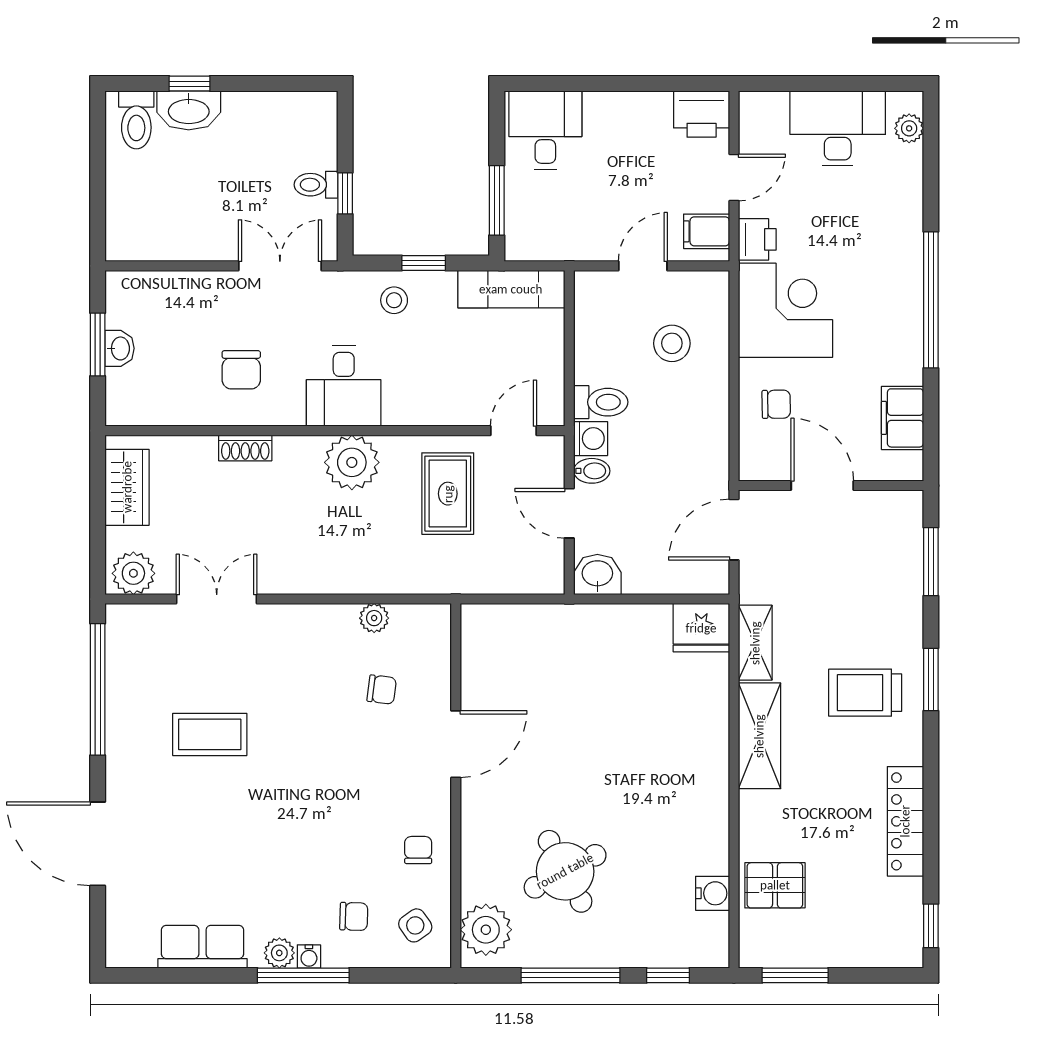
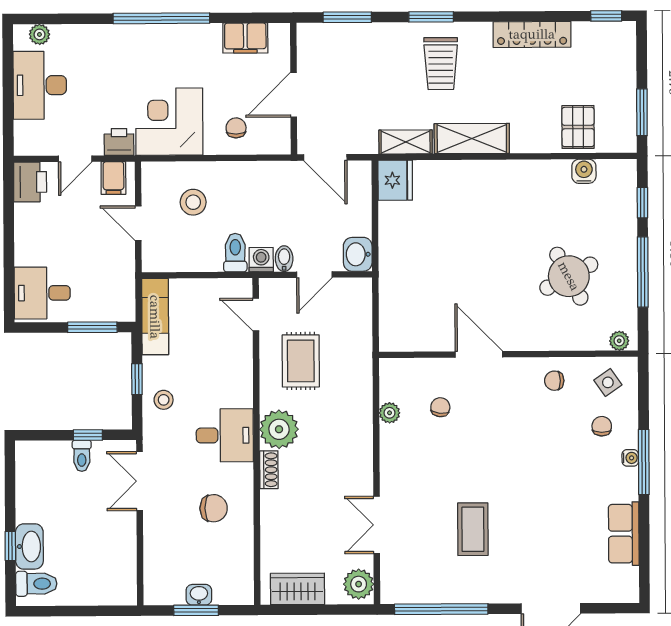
door: (734, 178) -> (75, 159), swing flipped
shoe rack: (245, 448) -> (269, 470), moved
rug: (448, 494) -> (301, 361), turned 90
plant: (486, 930) -> (619, 341), width x0.53, depth x0.53
plant: (279, 953) -> (628, 479), removed

